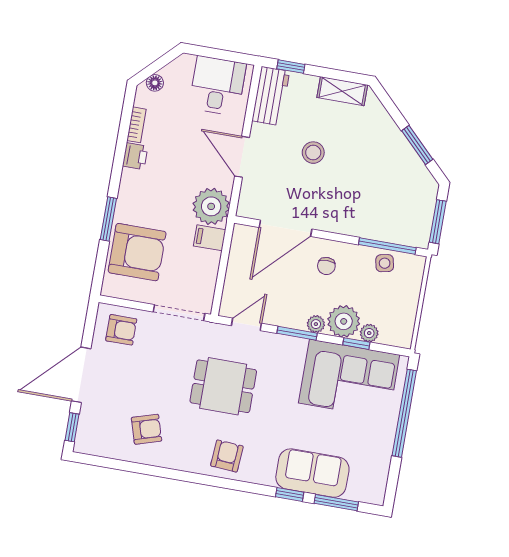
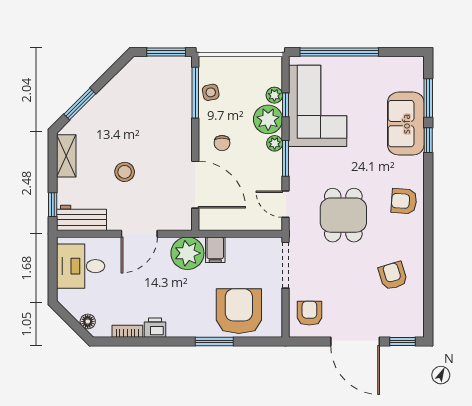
window: (417, 145) -> (80, 104), moved
chair: (326, 266) -> (222, 143), turned 90

